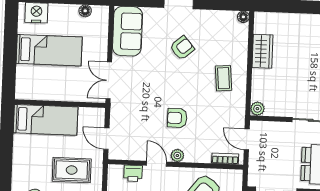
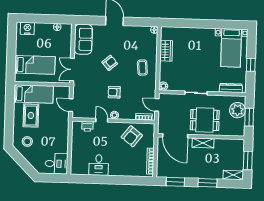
armchair: (182, 48) -> (110, 63), moved
bed: (49, 50) -> (35, 65), moved
rug: (72, 170) -> (31, 115), moved, turned 90

